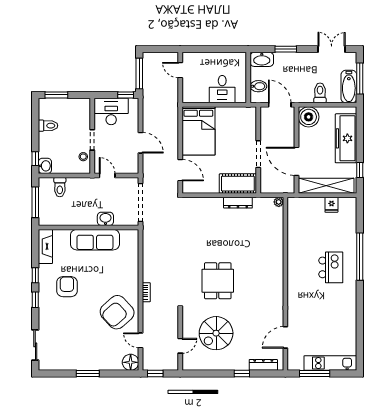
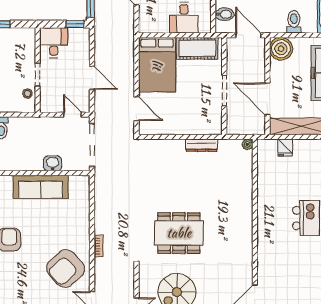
desk: (111, 111) -> (54, 43), width x0.73
door: (107, 175) -> (72, 115), moved
cot: (238, 184) -> (197, 48), moved
fridge: (331, 205) -> (285, 148), moved
dining table: (218, 281) -> (179, 233), width x1.38

